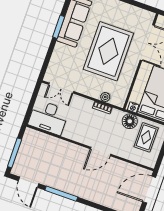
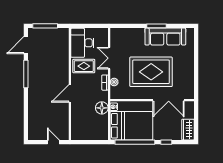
double door: (61, 88) -> (109, 58), moved
rug: (146, 137) -> (84, 66), moved
door: (101, 151) -> (70, 93), hinge flipped
door: (149, 190) -> (53, 142), width x0.53

